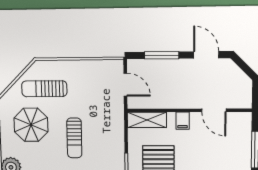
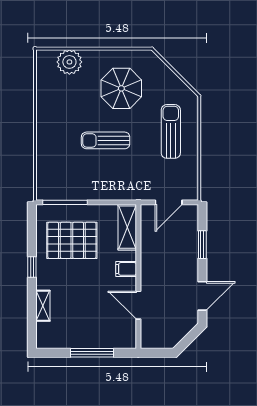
window: (162, 55) -> (202, 245), width x0.69
sun lounger: (44, 89) -> (171, 131), moved
door: (214, 110) -> (138, 305), hinge flipped

